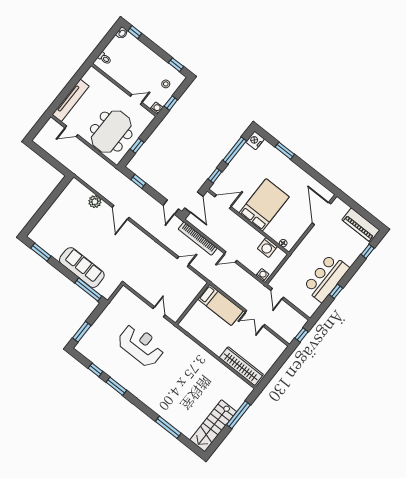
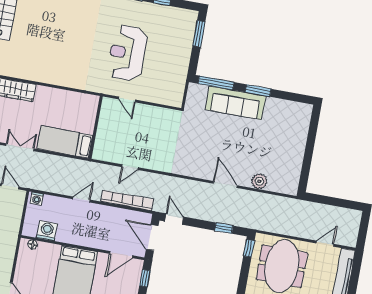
window: (137, 146) -> (249, 248), moved
window: (41, 252) -> (258, 90), moved
reception desk: (141, 345) -> (127, 53), turned 90

